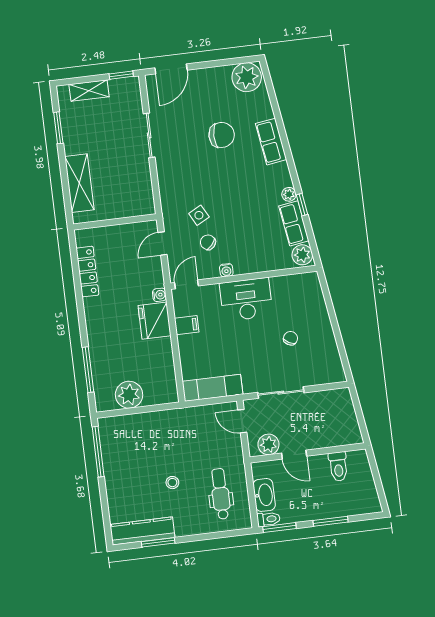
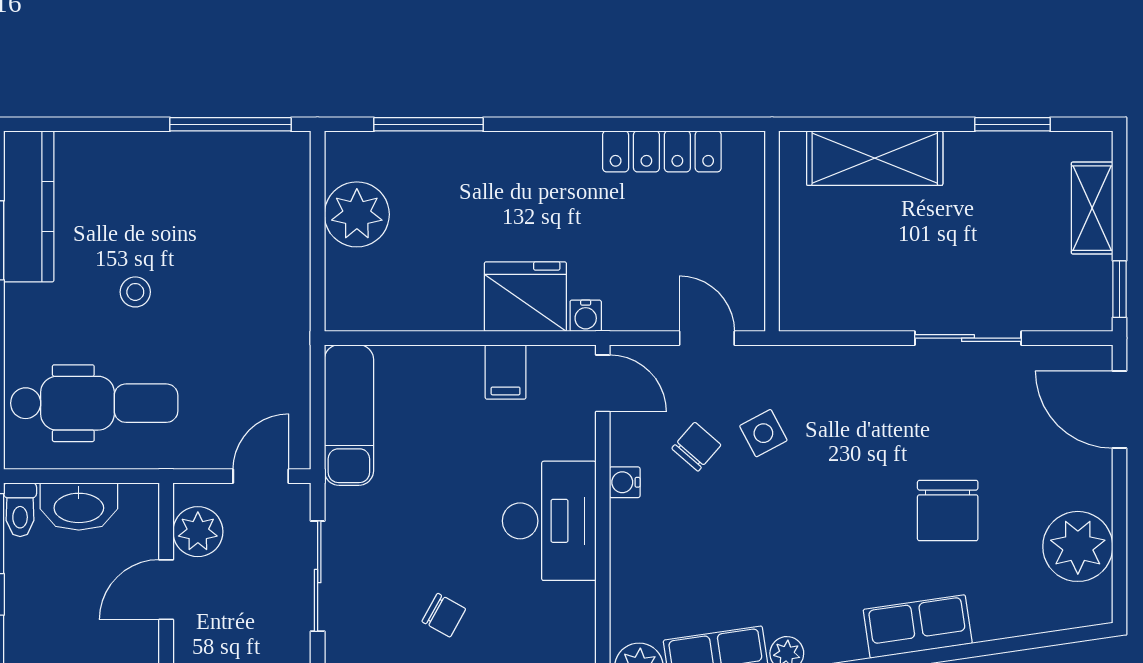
plant: (247, 77) -> (1078, 546), moved
dental chair: (221, 494) -> (94, 403), width x1.36, depth x1.38

